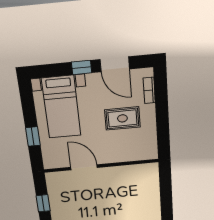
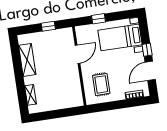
rug: (122, 118) -> (101, 84), moved

